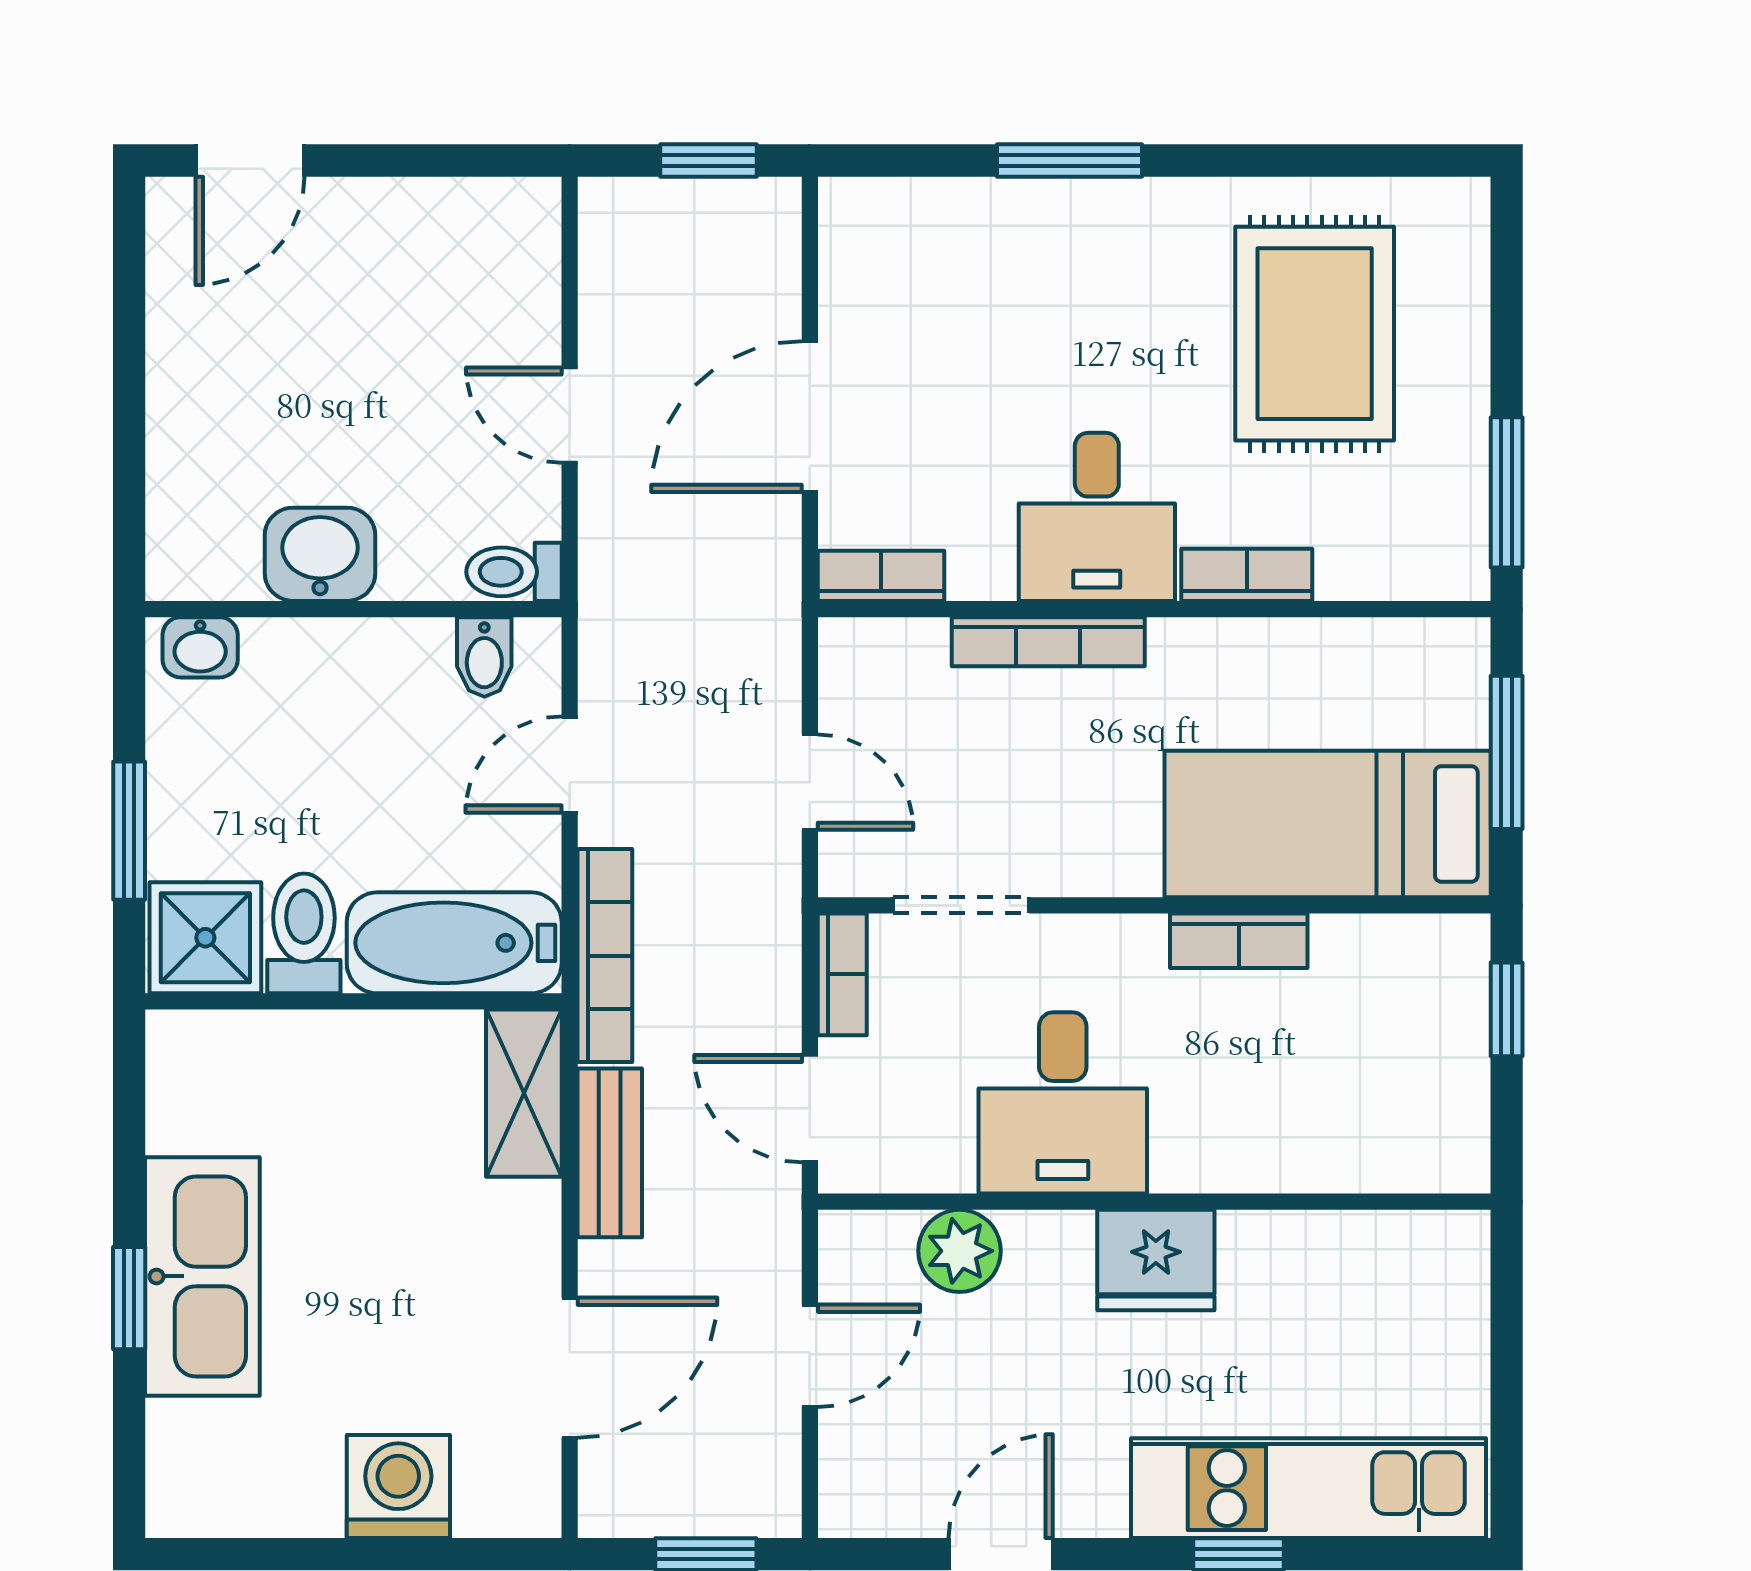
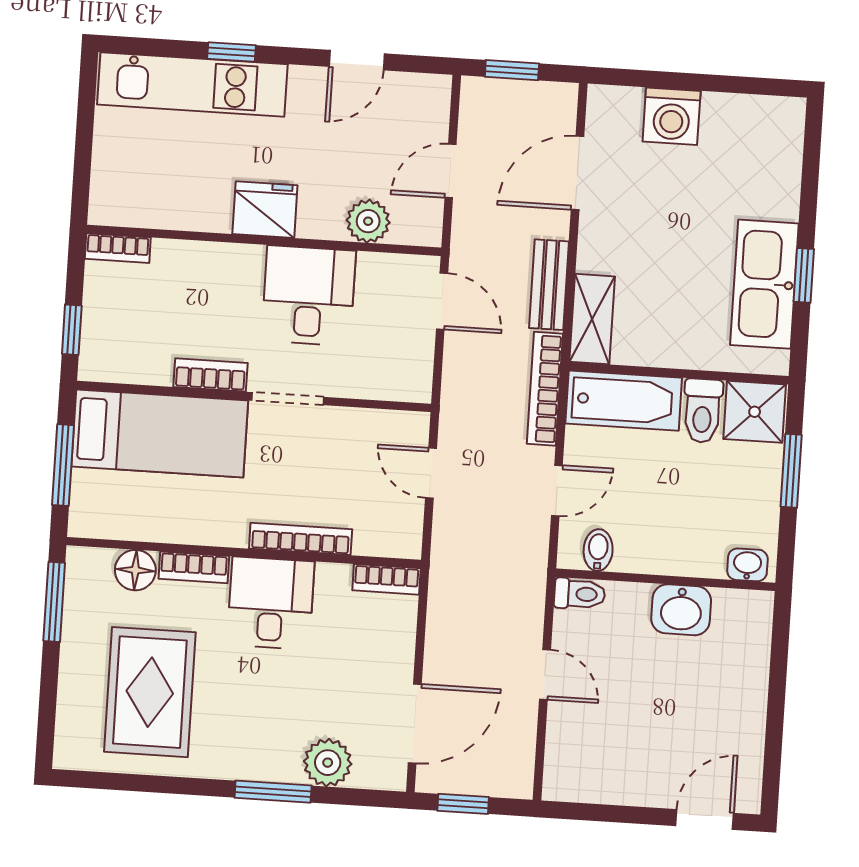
plant: (970, 222) -> (328, 763), added
door: (810, 417) -> (415, 724), moved
floor lamp: (1357, 562) -> (135, 570), added
doorway: (961, 905) -> (288, 399), moved
bookcase: (842, 974) -> (118, 248), moved, turned -90
kitchen sink: (202, 1276) -> (764, 284), moved
window: (129, 1298) -> (804, 275), moved

